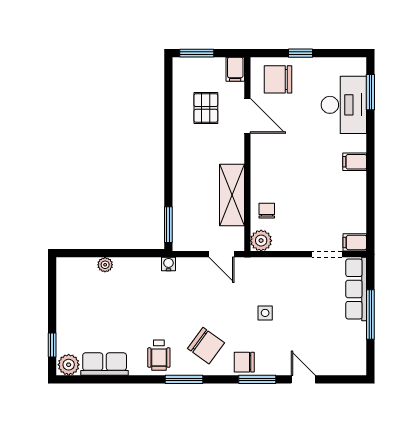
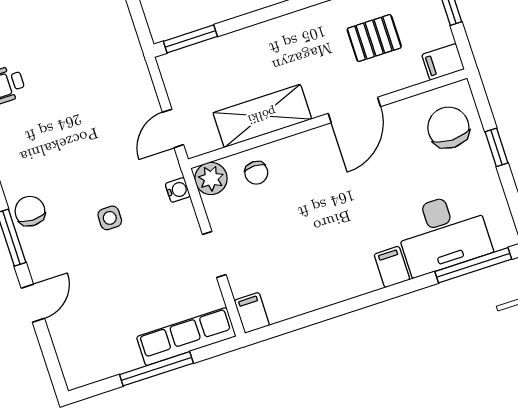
window: (370, 92) -> (473, 265), width x1.44
door: (247, 116) -> (354, 110), moved
filing cabinet: (355, 162) -> (392, 267), moved
chair: (267, 211) -> (256, 173), turned 90
doorway: (327, 254) -> (214, 255), moved
water cooler: (169, 264) -> (178, 190), moved
chair: (206, 346) -> (36, 149), removed

